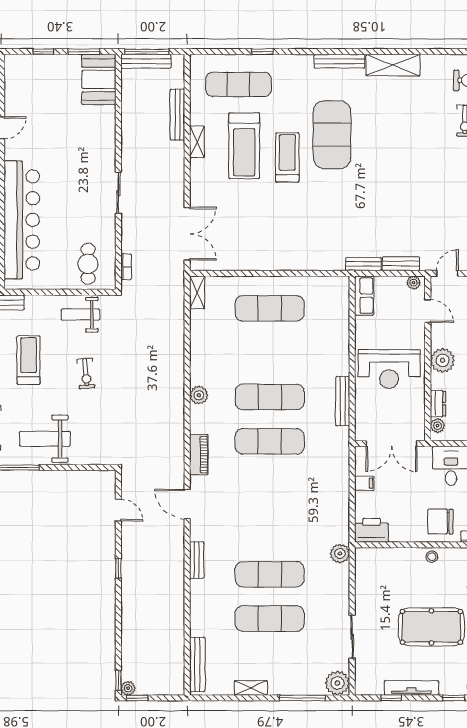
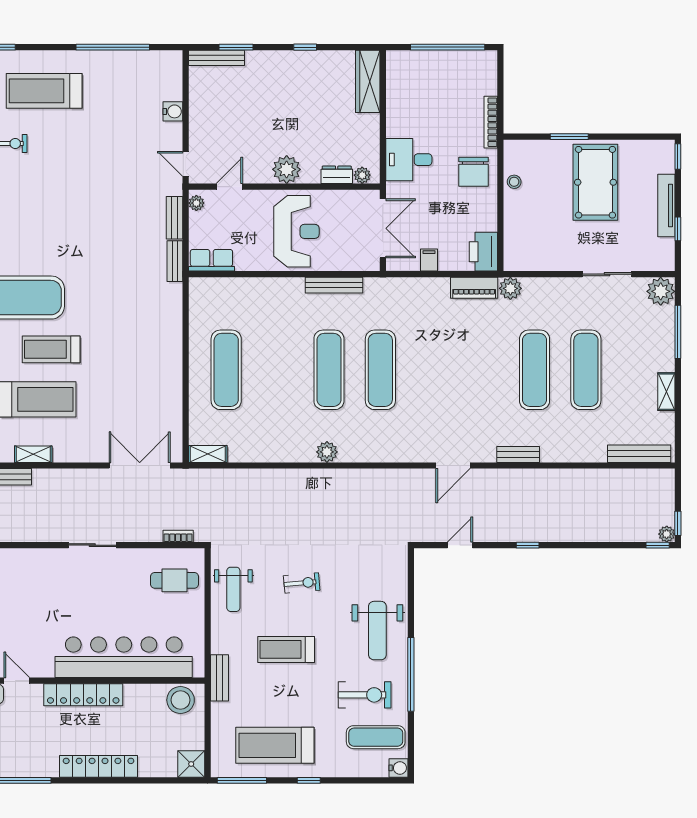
piano: (199, 455) -> (474, 288), moved, turned 180

